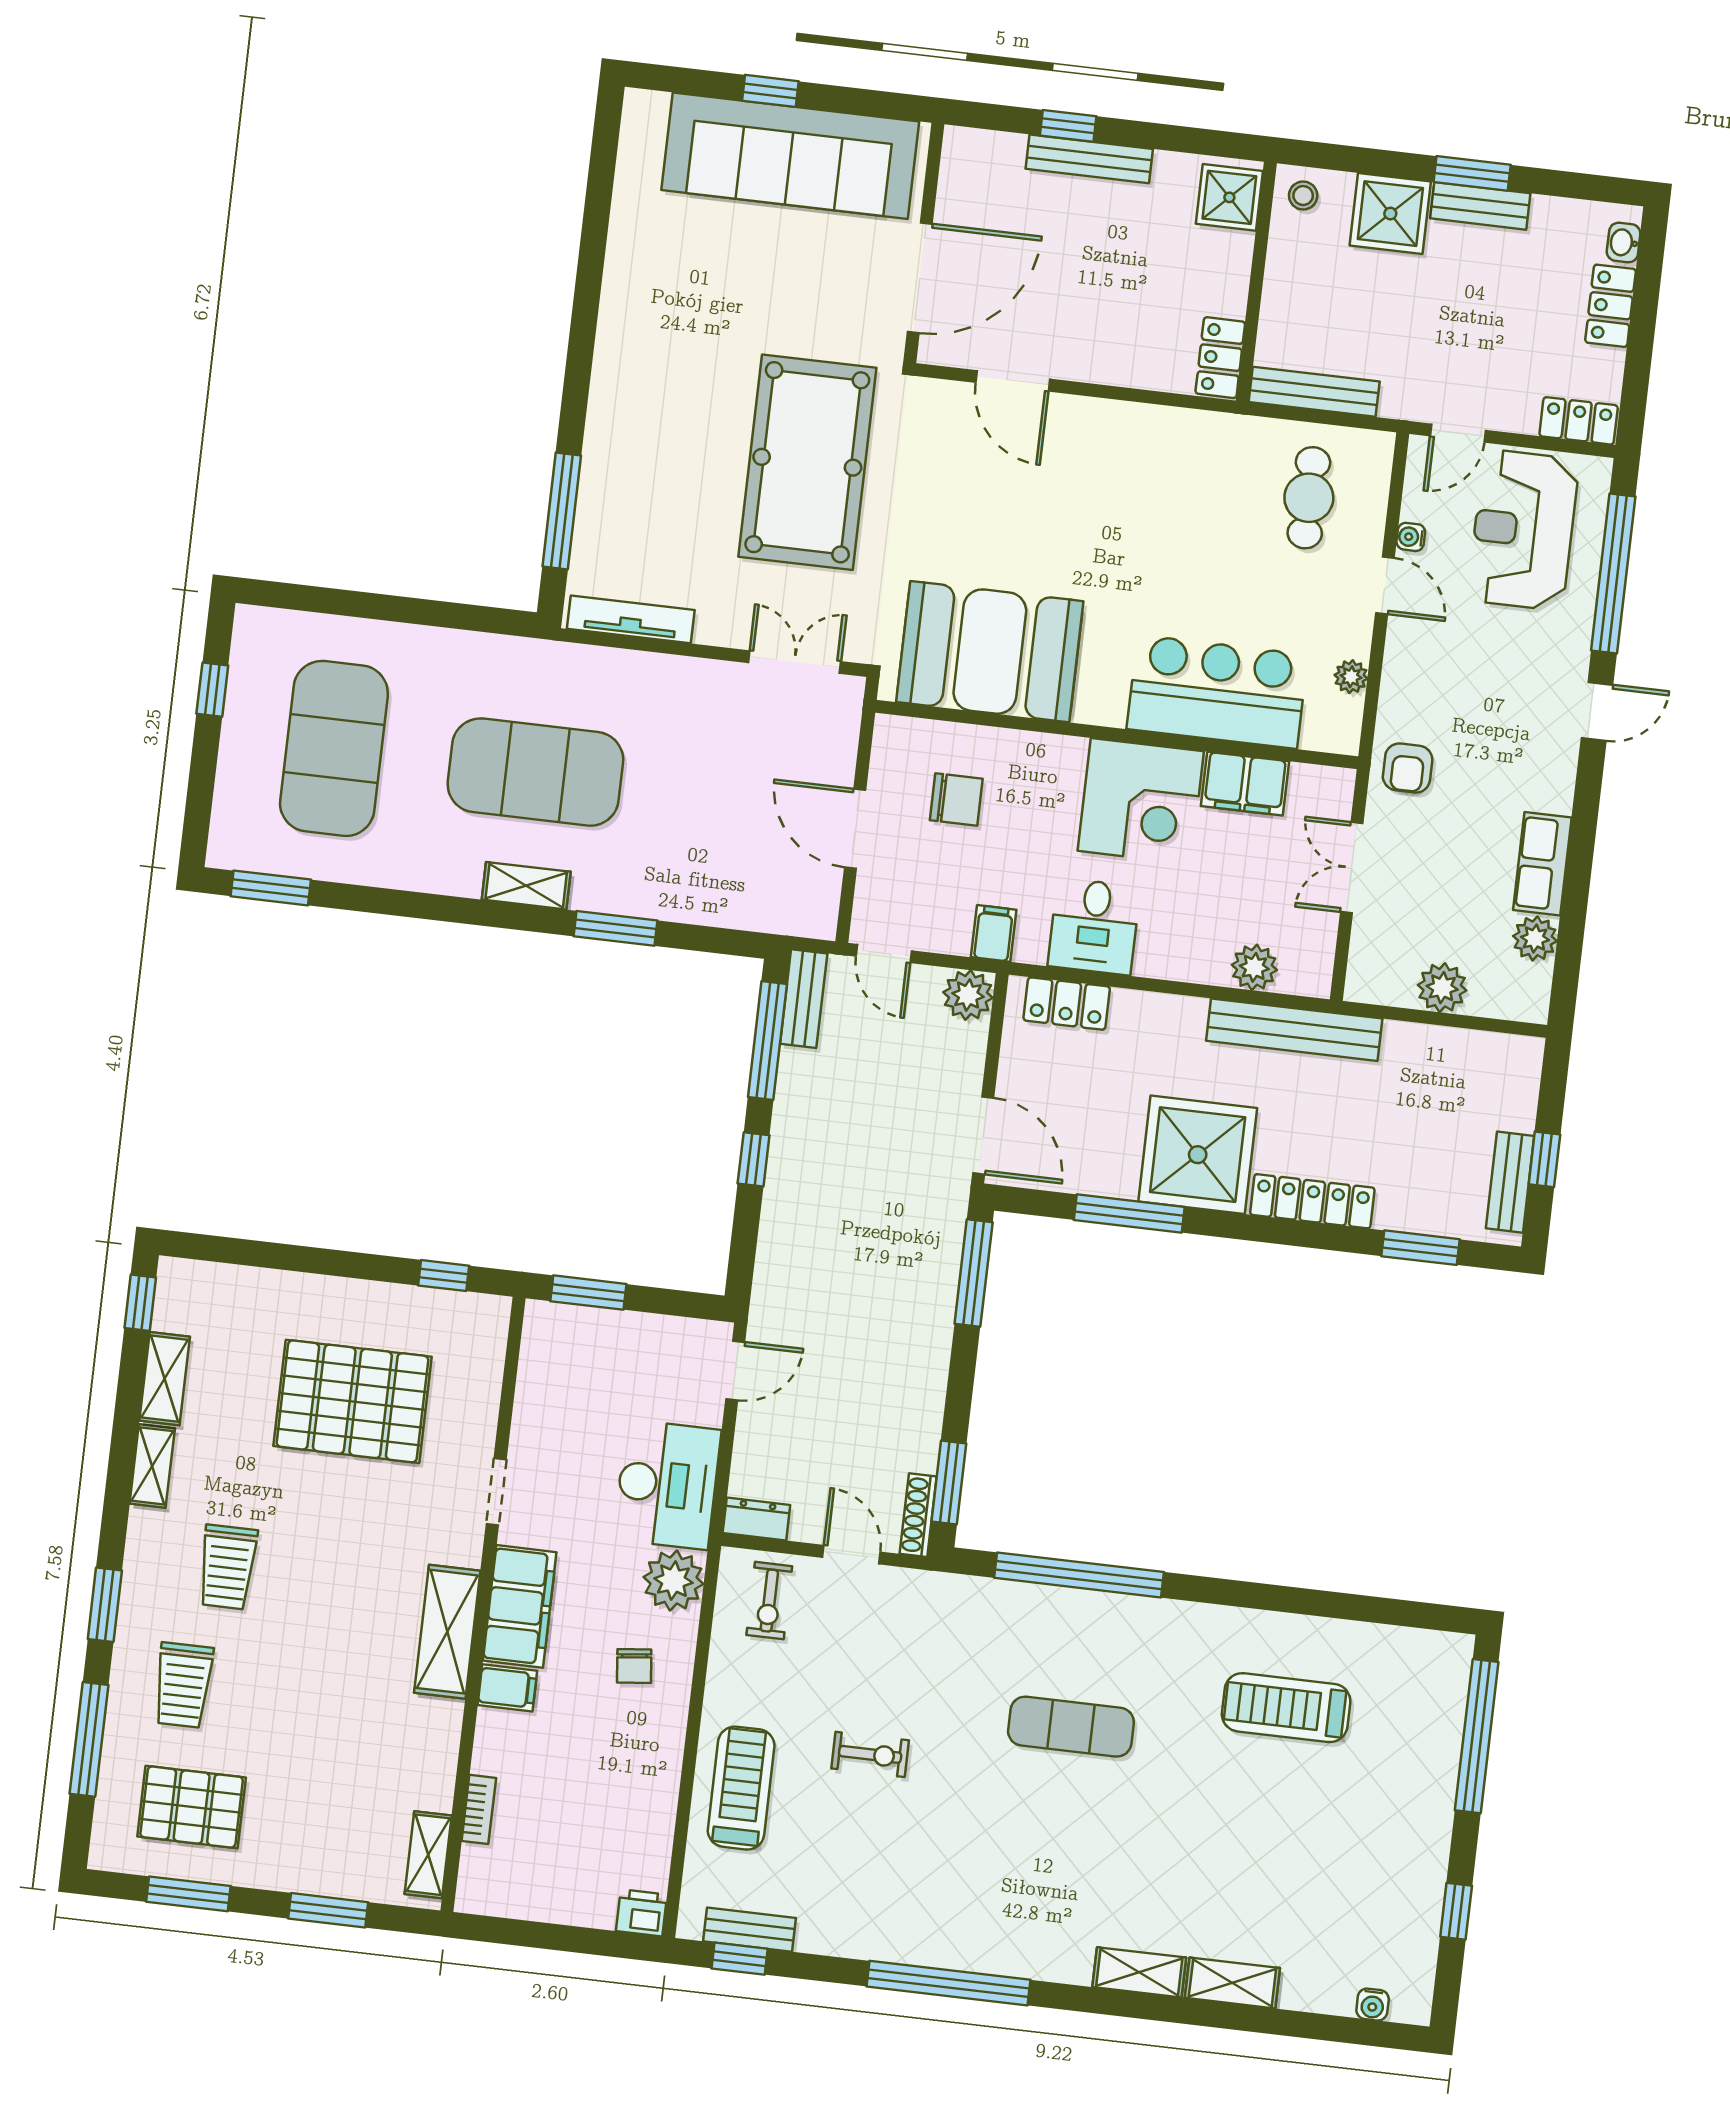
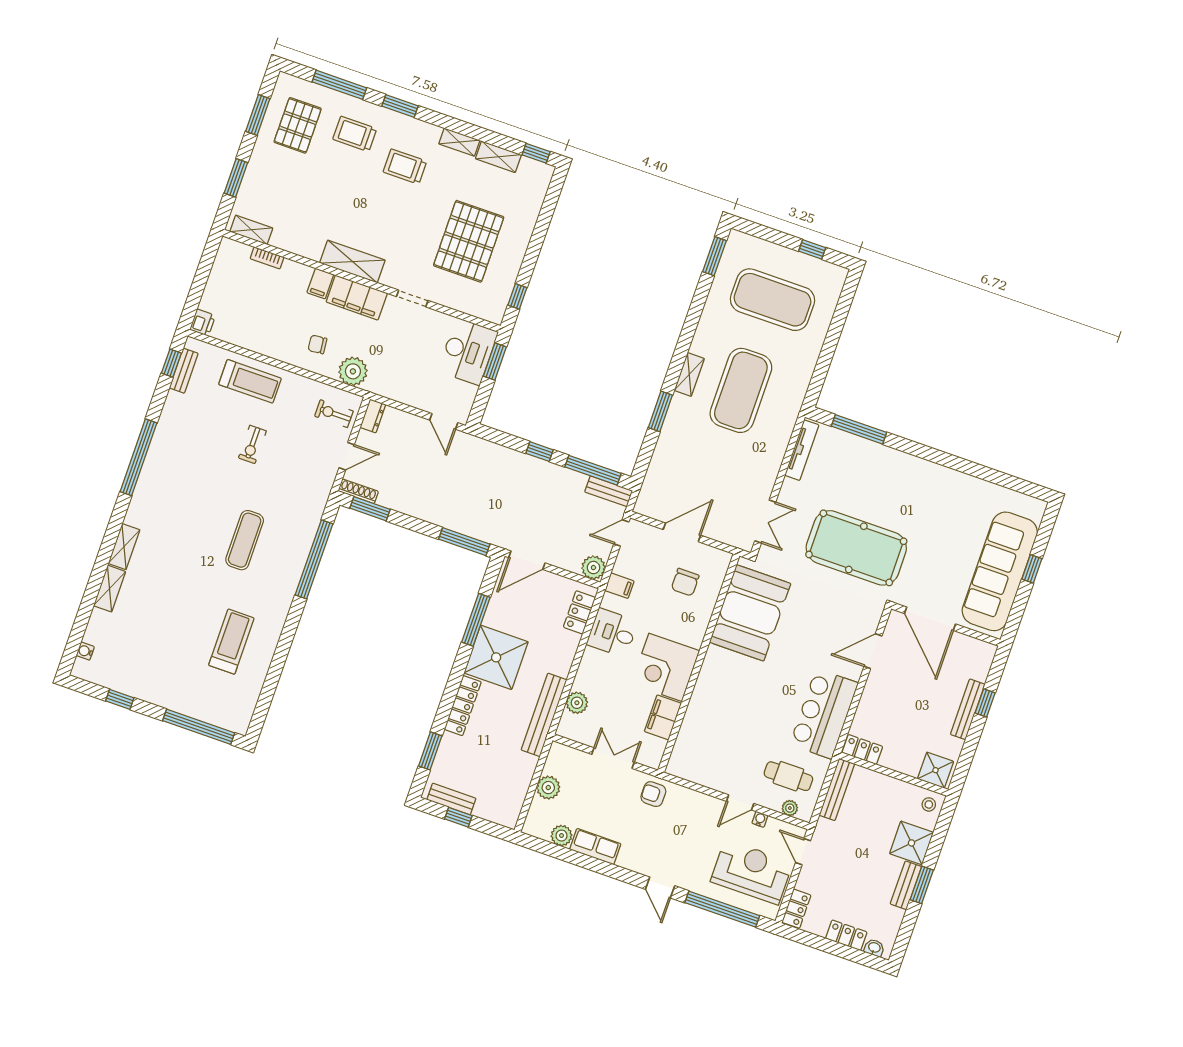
plant: (1351, 677) -> (790, 808), moved
bar counter: (1217, 692) -> (824, 714), moved, turned 180
desk: (667, 1485) -> (468, 352), moved, turned -90

